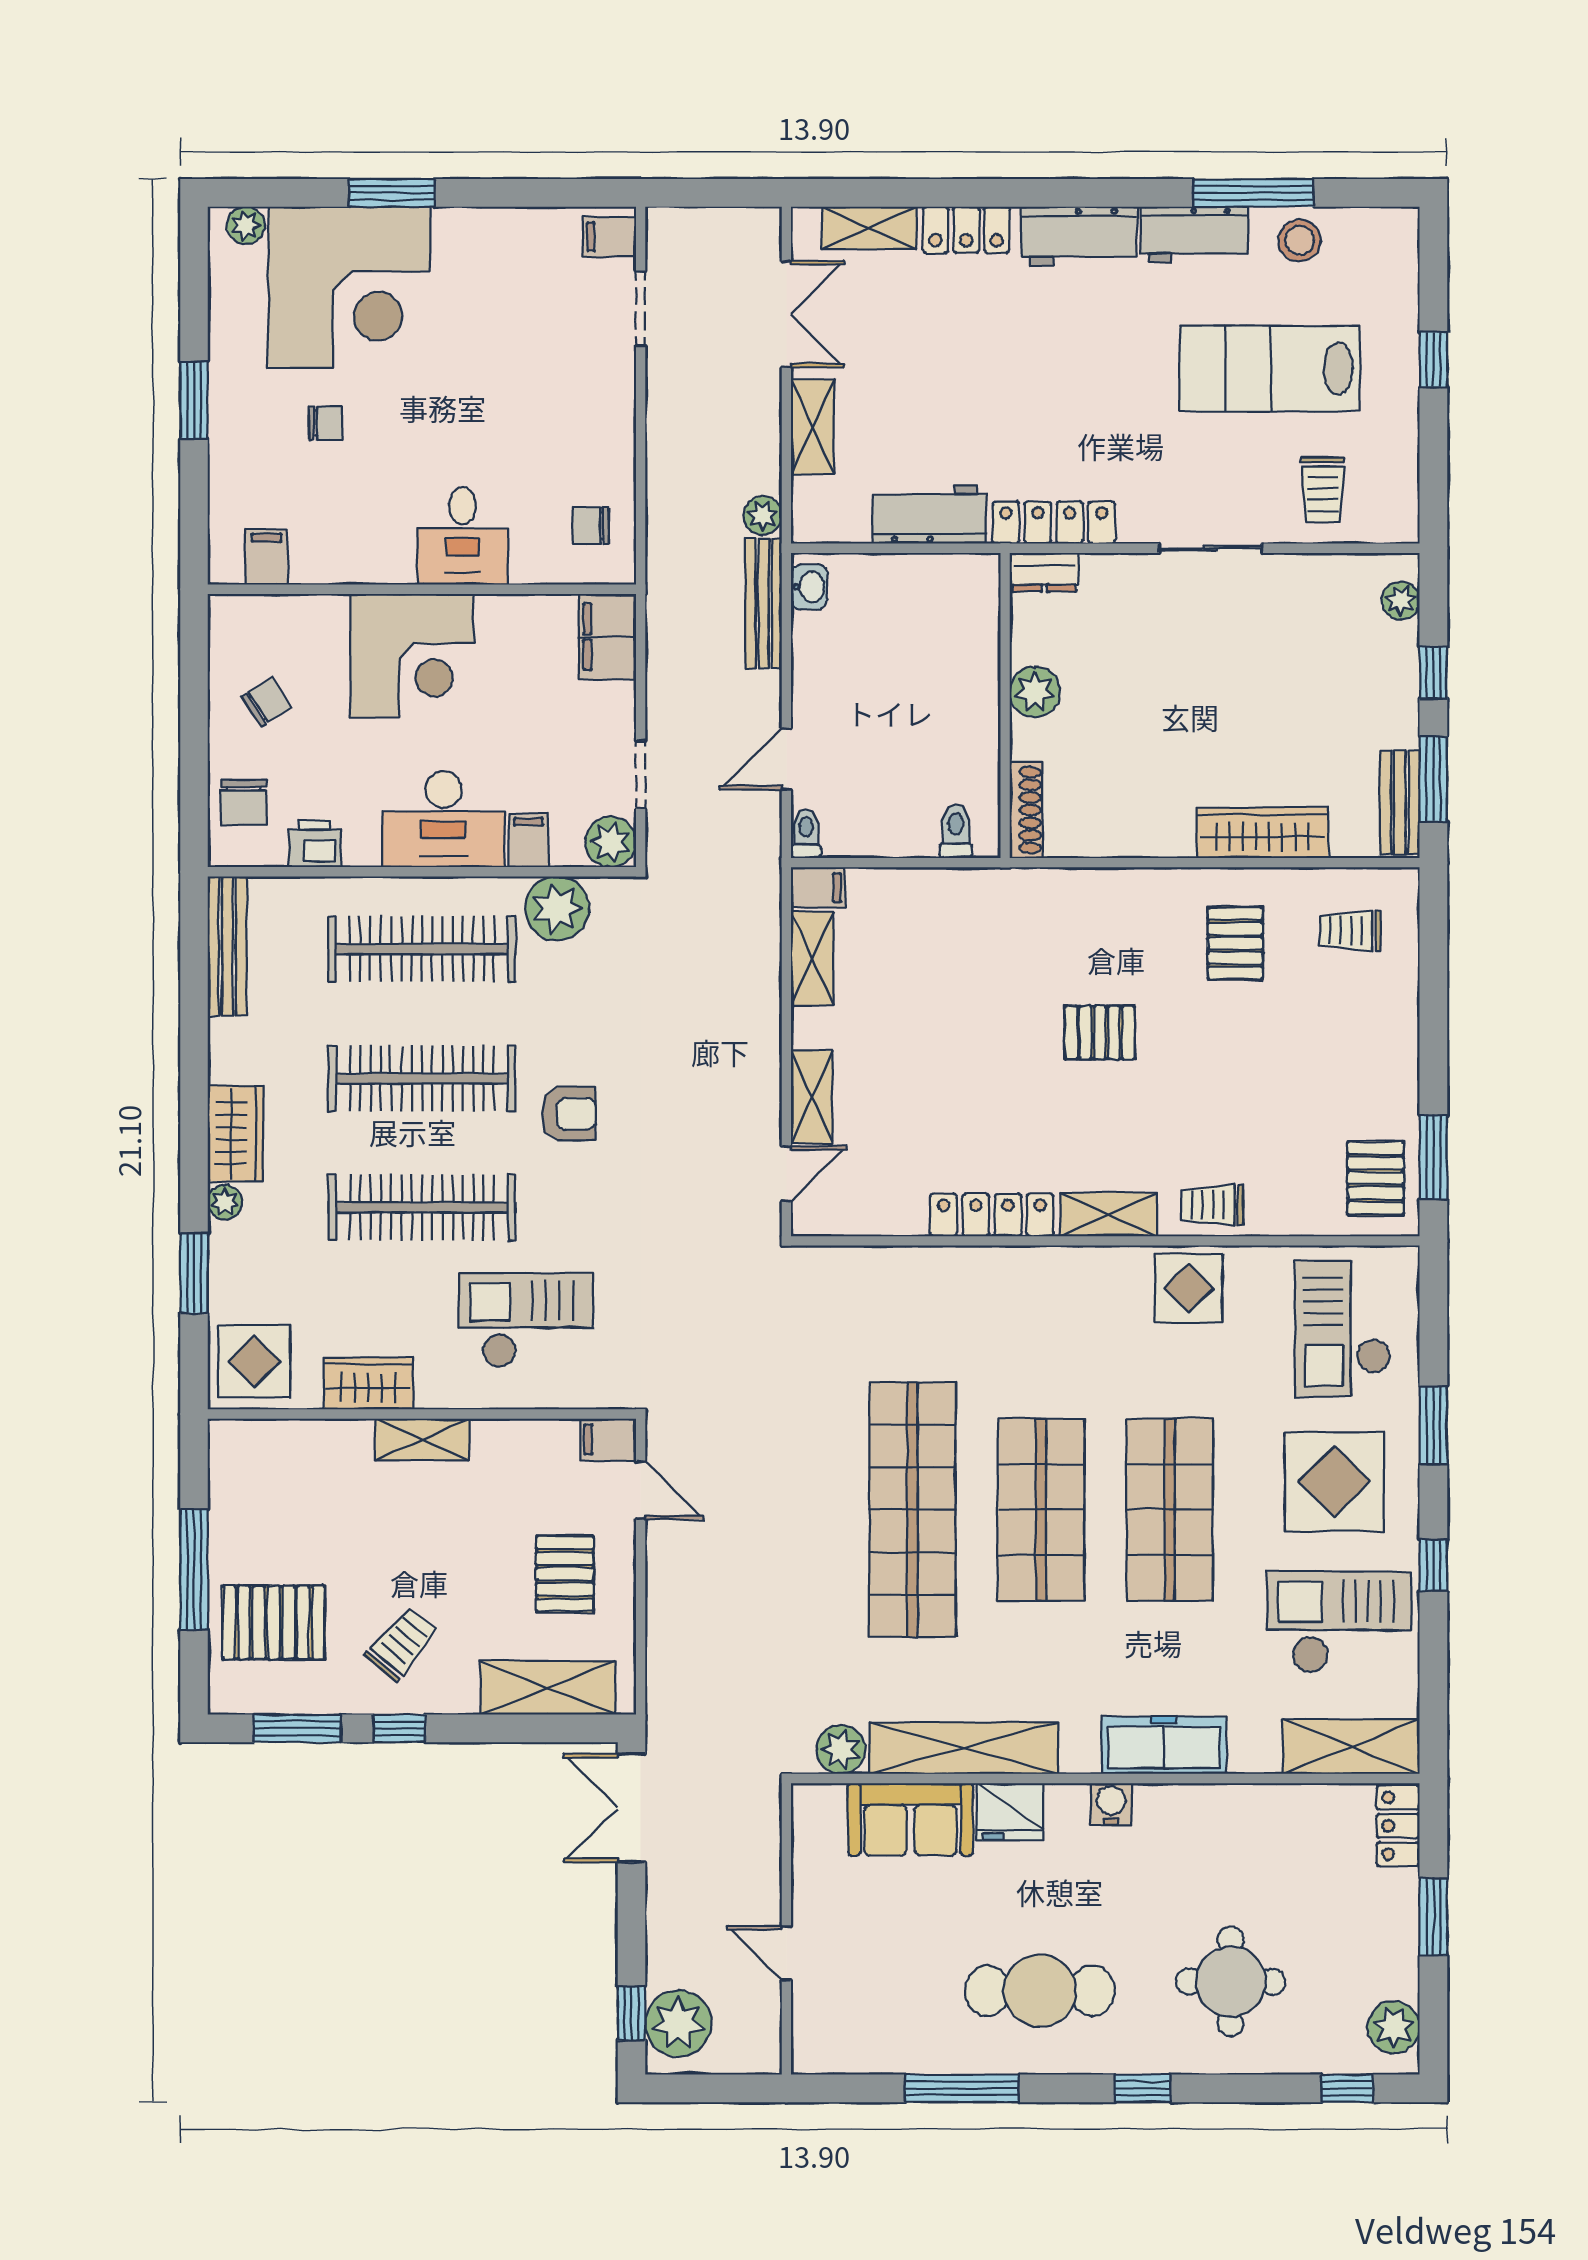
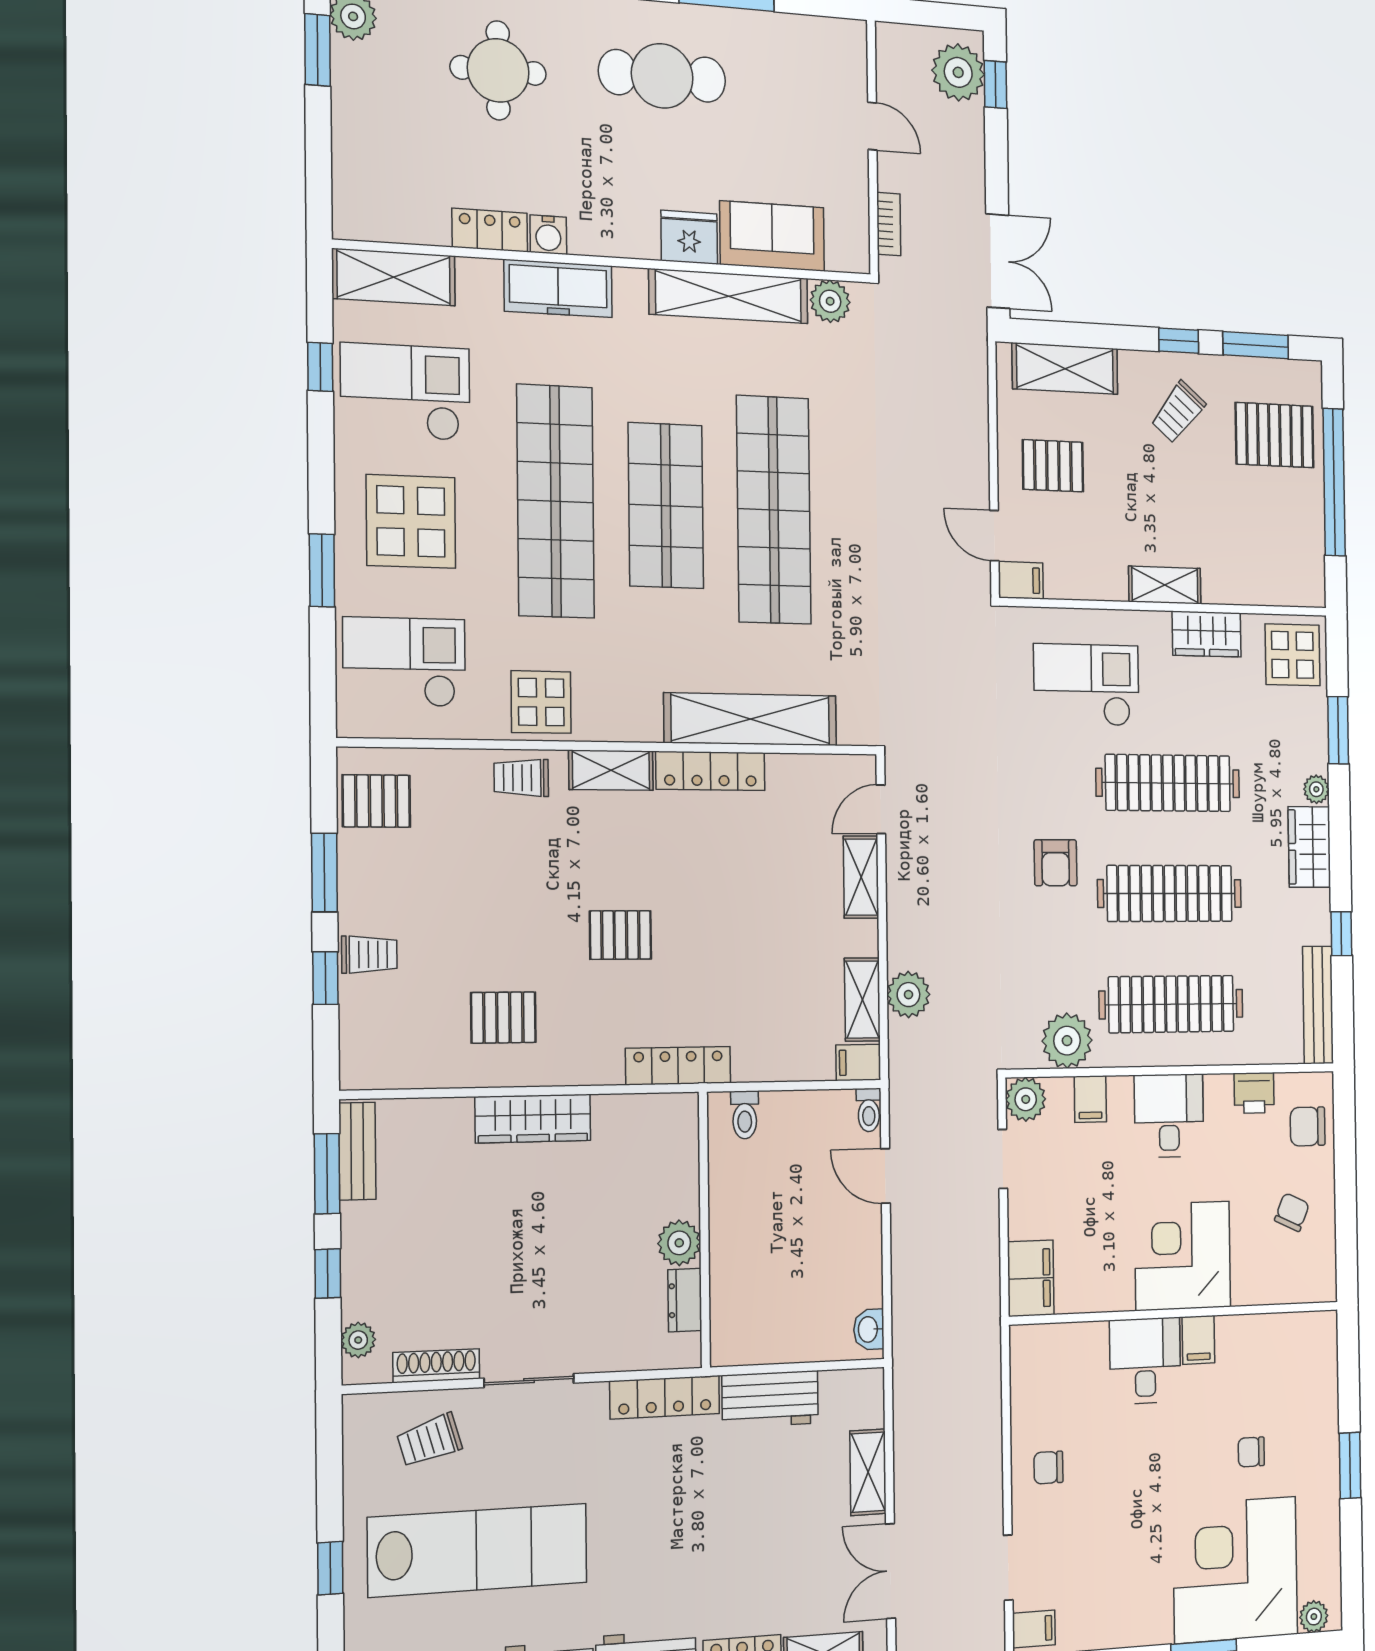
lab bench: (1270, 368) -> (478, 1550), width x1.36
trolley: (1323, 490) -> (429, 1440), turned -107
plant: (763, 516) -> (908, 995), moved, width x1.38, depth x1.38
chair: (591, 526) -> (1048, 1468), moved, turned 180
filing cabinet: (267, 557) -> (1198, 1340), moved
dresser: (1044, 572) -> (685, 1300), moved, turned -90
bench: (764, 603) -> (906, 1313), removed
chair: (267, 702) -> (1292, 1212), turned 147
door: (786, 759) -> (886, 1176), swing flipped
chair: (244, 802) -> (1308, 1126), turned -90
shoe rack: (1026, 810) -> (436, 1366), moved, turned 90
desk: (444, 819) -> (1169, 1116), width x0.73
wardrobe: (1263, 833) -> (533, 1119), moved
locker: (1034, 888) -> (678, 1066), added
trolley: (1350, 931) -> (369, 954), moved
pallet: (1235, 943) -> (503, 1018), turned 90
window: (1433, 988) -> (325, 978), added
window: (194, 1030) -> (1341, 934), added
armchair: (569, 1114) -> (1056, 863), turned -90
window: (1433, 1157) -> (324, 873), moved
pallet: (1376, 1178) -> (376, 801), turned 90
trolley: (1212, 1205) -> (521, 778), turned 180
shelving: (943, 1273) -> (751, 719), added
checkout: (526, 1320) -> (1086, 685), turned 180
checkout: (1343, 1329) -> (404, 662), turned -90
shop shelf: (1170, 1510) -> (556, 501), width x1.40
window: (1433, 1565) -> (320, 367), moved
window: (194, 1570) -> (1334, 482), width x1.46
pallet: (565, 1574) -> (1053, 466), turned 90
checkout: (1339, 1622) -> (405, 392), turned 180
water cooler: (1111, 1804) -> (548, 235), moved
locker: (1398, 1826) -> (490, 230), moved, turned -90
bookcase: (768, 1842) -> (889, 224), added
window: (1433, 1917) -> (318, 50), moved

